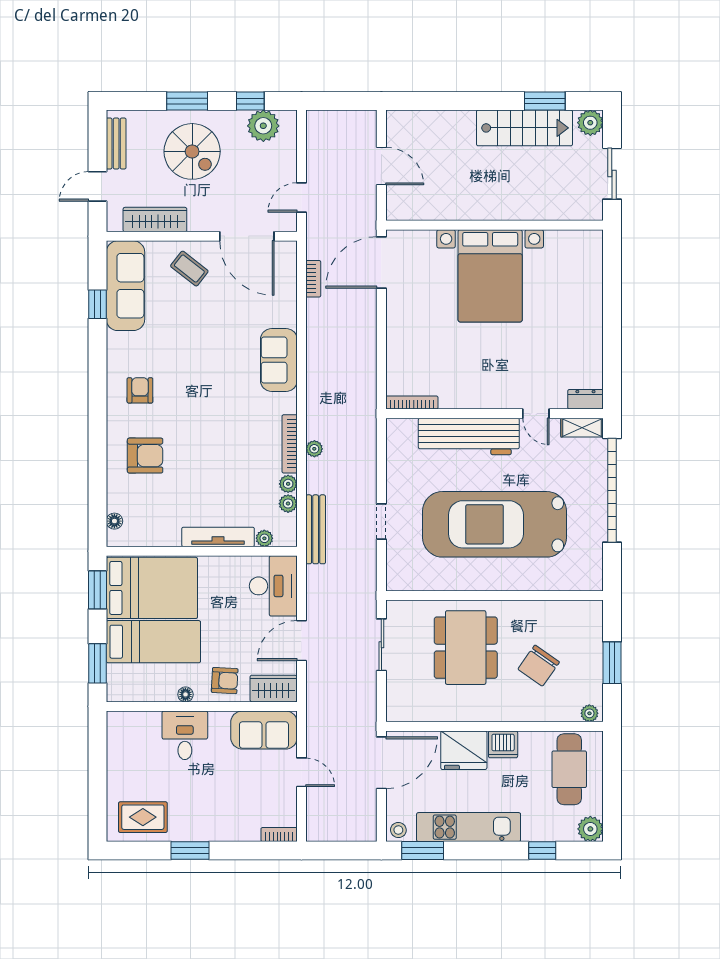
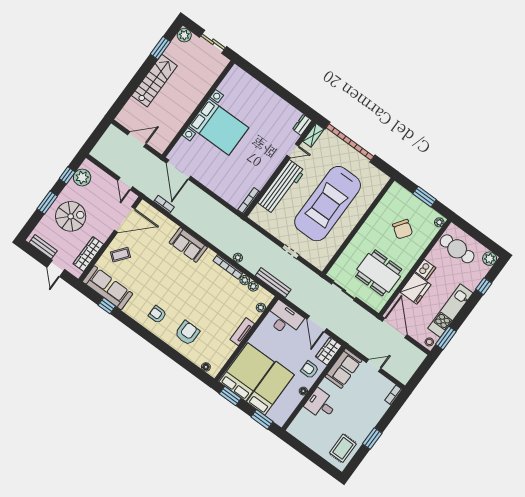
stairs: (524, 128) -> (154, 81), moved
tv unit: (218, 537) -> (242, 332), width x0.71
dining table: (466, 648) -> (379, 273), moved
armchair: (225, 681) -> (310, 370), turned -93

